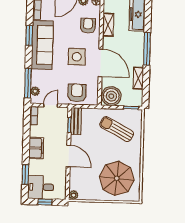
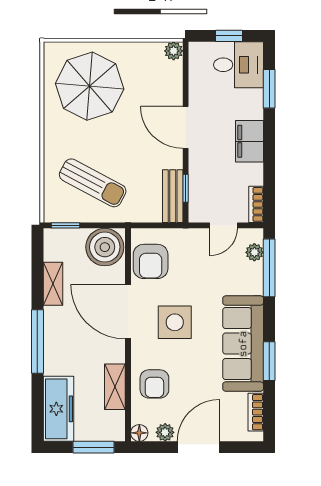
armchair: (77, 93) -> (151, 261), moved

